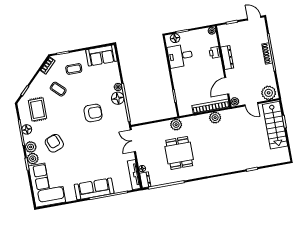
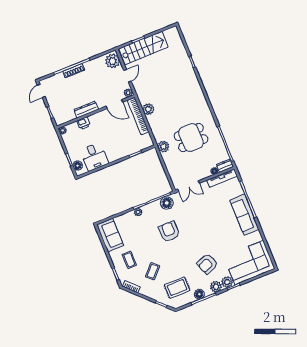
floor lamp: (118, 98) -> (167, 203), moved

